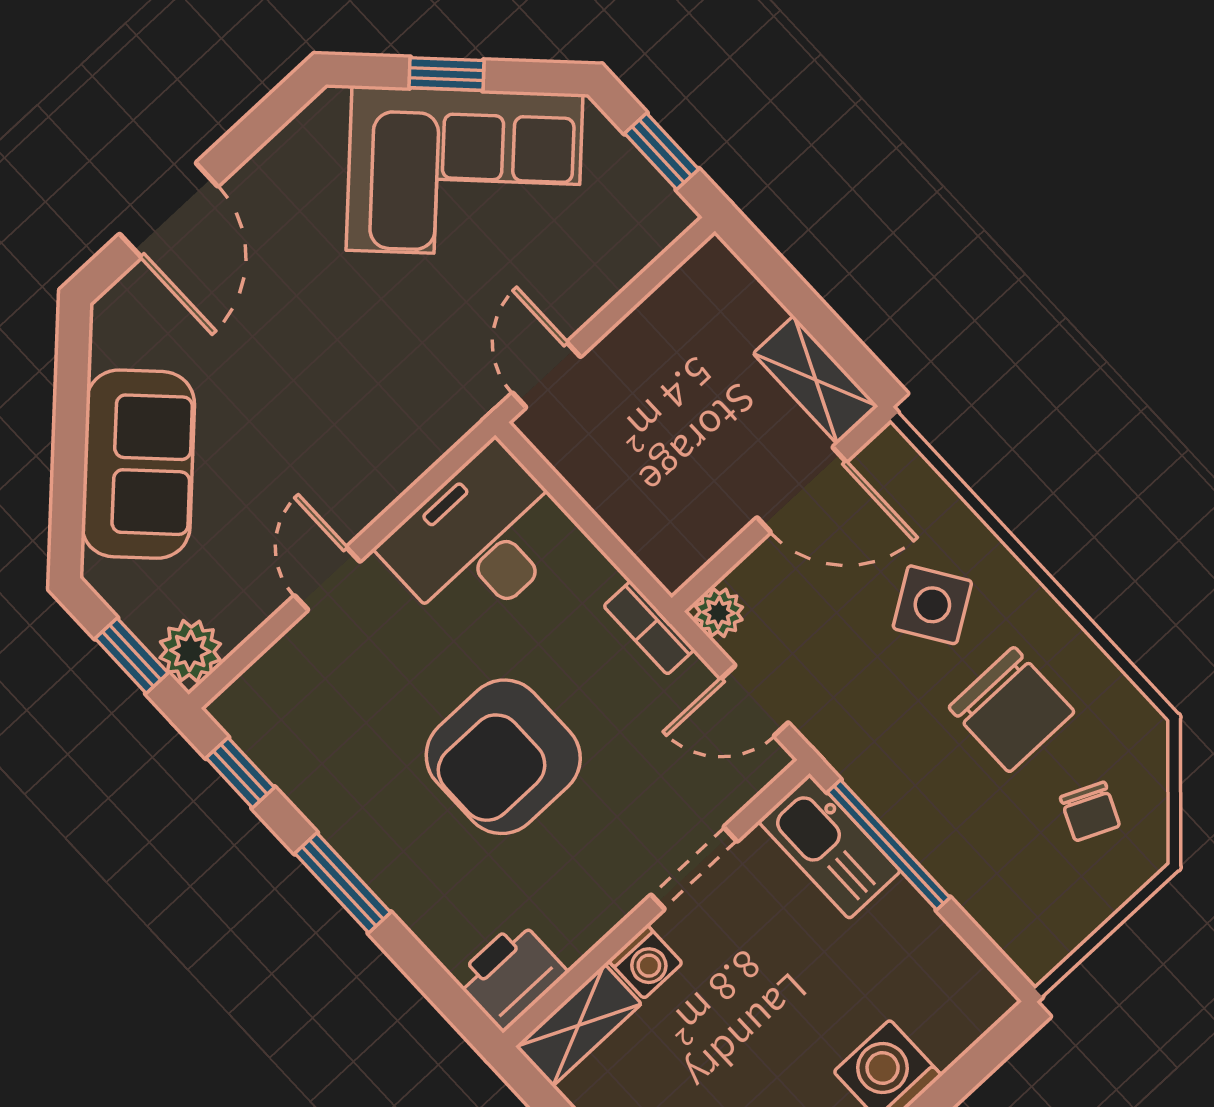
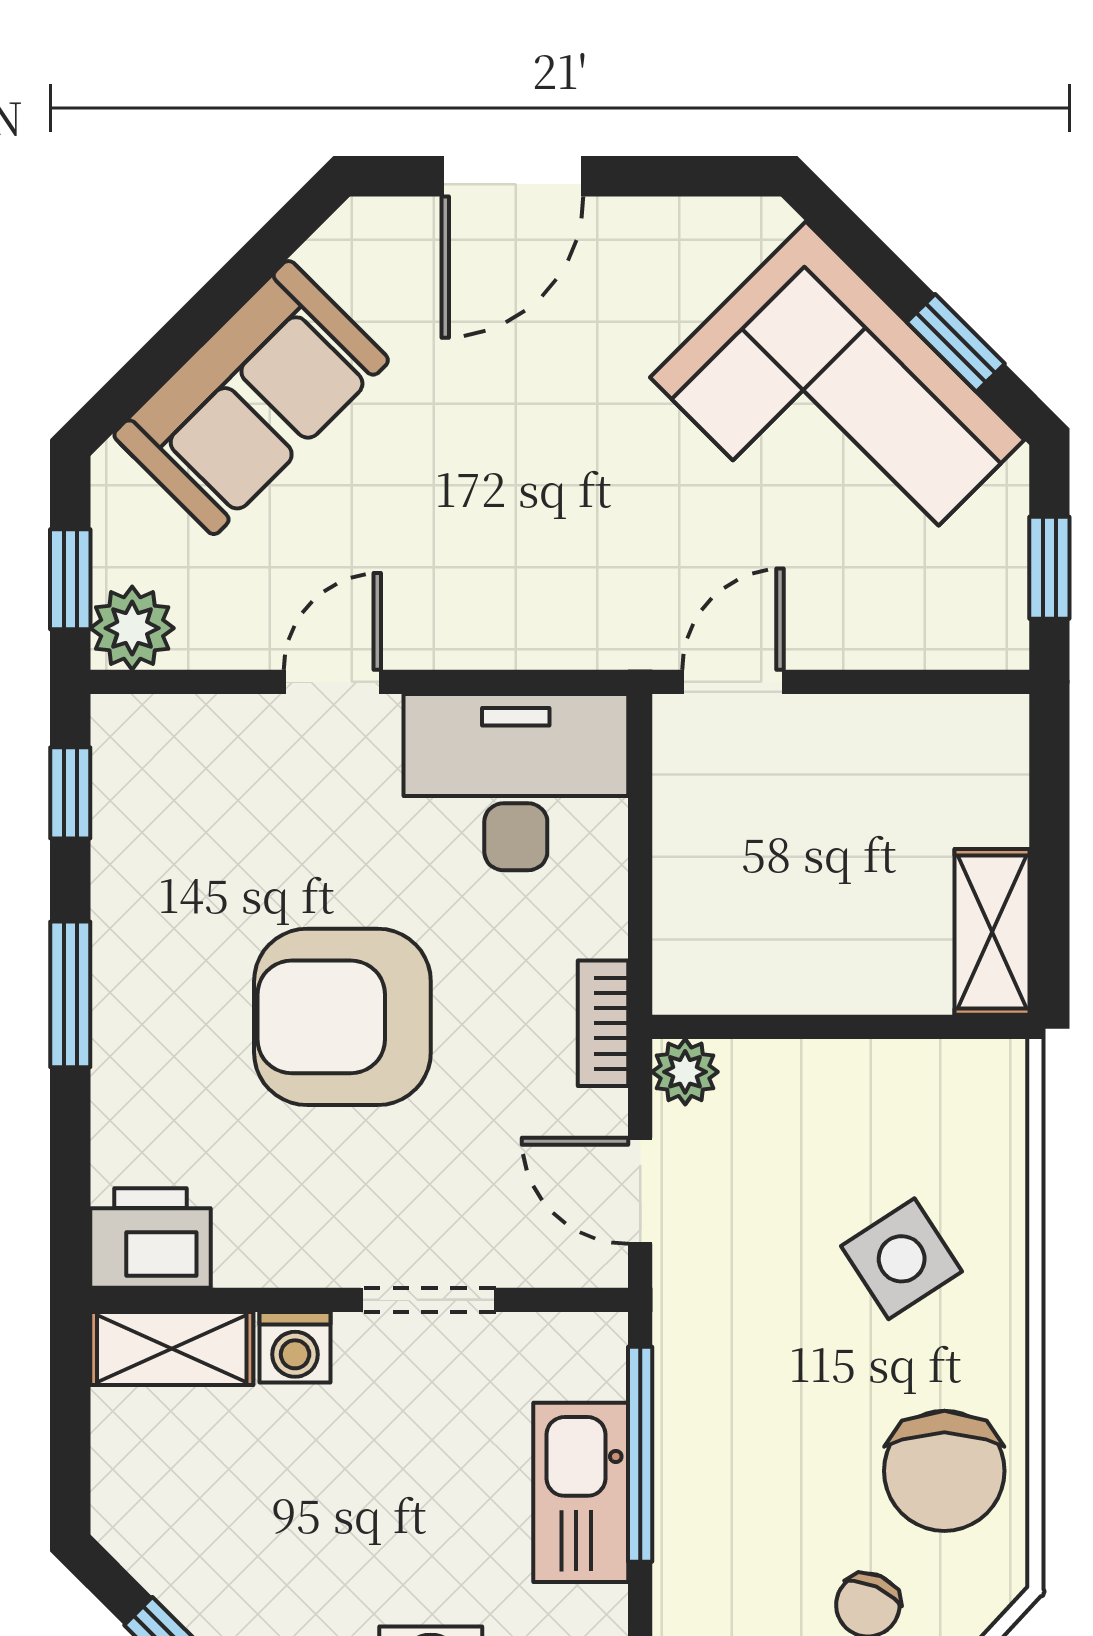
window: (447, 74) -> (956, 343), moved
door: (802, 490) -> (878, 1027), removed
chair: (1012, 710) -> (944, 1471), moved
kitchen sink: (829, 846) -> (581, 1492), moved

